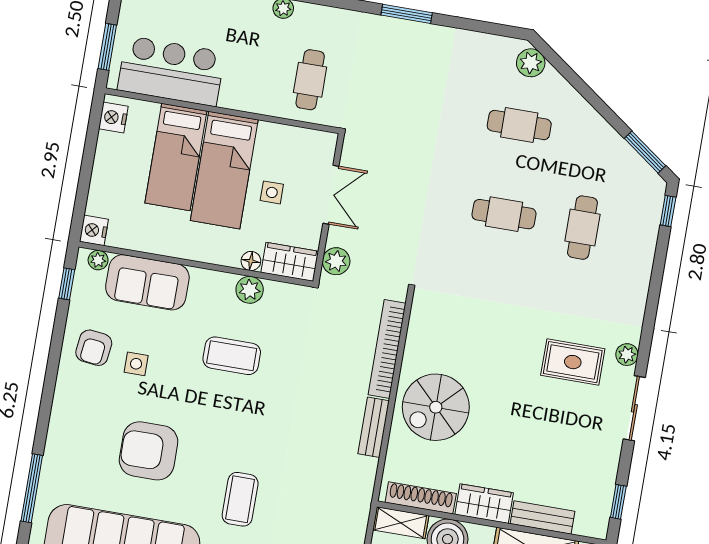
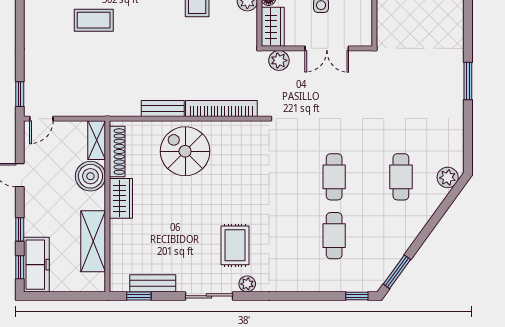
cafe table: (310, 80) -> (408, 19), removed
cafe table: (582, 228) -> (334, 236), turned 90
bench: (543, 518) -> (153, 283), moved, turned 90

